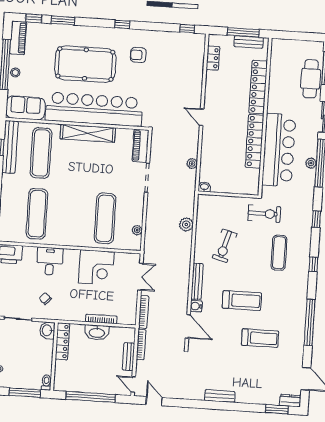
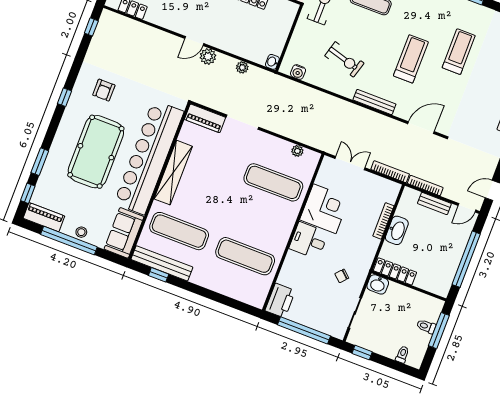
plant: (186, 224) -> (208, 56), moved
desk: (50, 261) -> (309, 241), moved
water cooler: (196, 306) -> (298, 72), moved
toilet: (46, 382) -> (426, 326), moved

